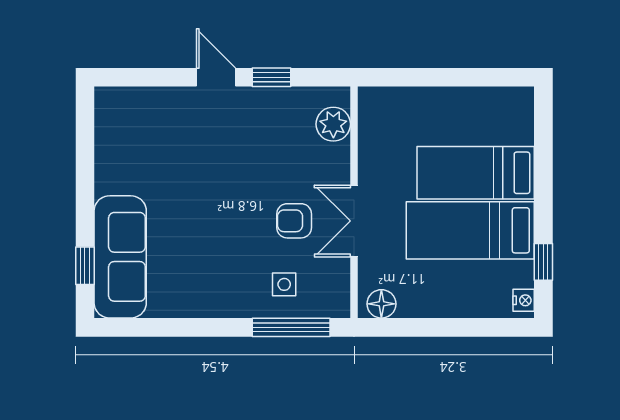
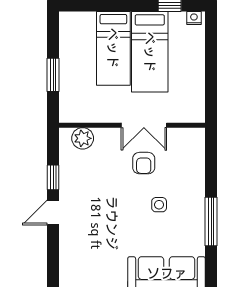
window: (434, 77) -> (53, 75), added
side table: (284, 284) -> (159, 205), moved
floor lamp: (381, 304) -> (196, 108), removed
window: (291, 327) -> (211, 221), moved

